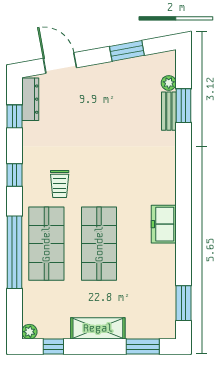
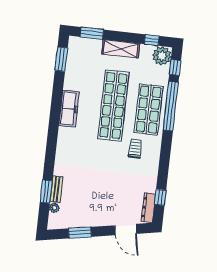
window: (15, 175) -> (175, 68), moved
freezer: (164, 224) -> (69, 109), width x1.40
shop shelf: (99, 244) -> (113, 105), width x1.40
plant: (29, 332) -> (162, 56), width x1.88, depth x1.88

